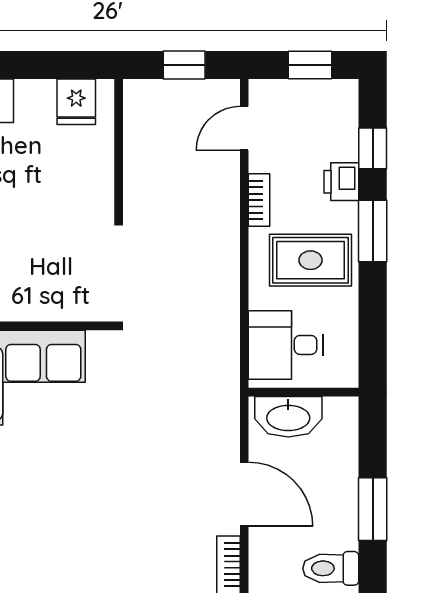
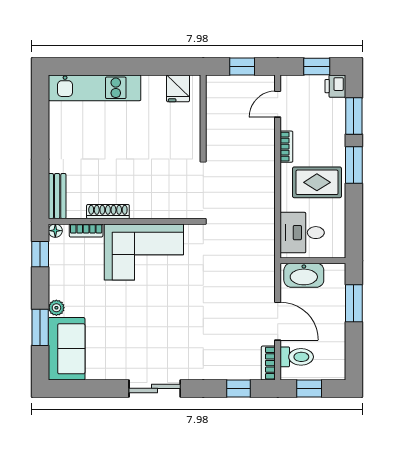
window: (373, 148) -> (354, 116), width x1.50
printer: (341, 182) -> (335, 86), moved
window: (373, 509) -> (354, 303), moved
toilet: (331, 568) -> (297, 357), moved, turned 180

